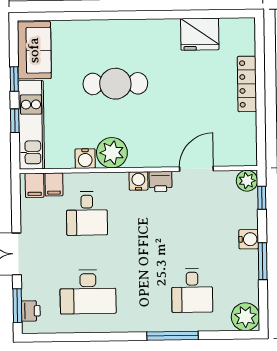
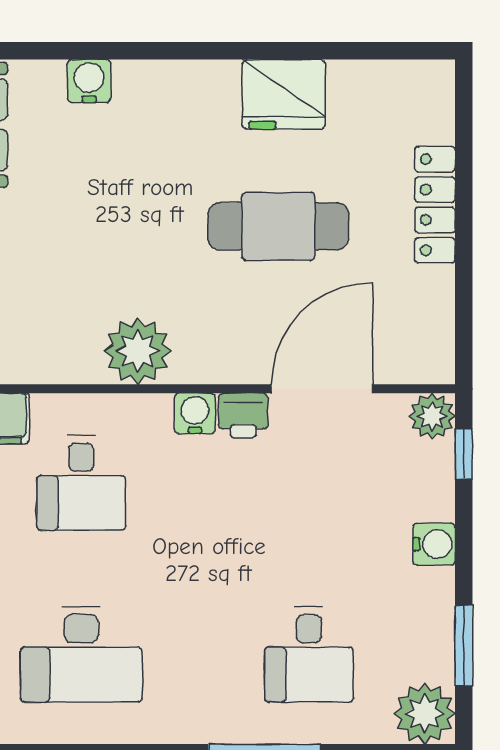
fridge: (200, 34) -> (284, 94), moved
cafe table: (115, 84) -> (278, 226), moved
water cooler: (85, 159) -> (89, 81), moved, turned 180
door: (196, 169) -> (322, 389), width x1.36
window: (263, 261) -> (464, 645), moved

